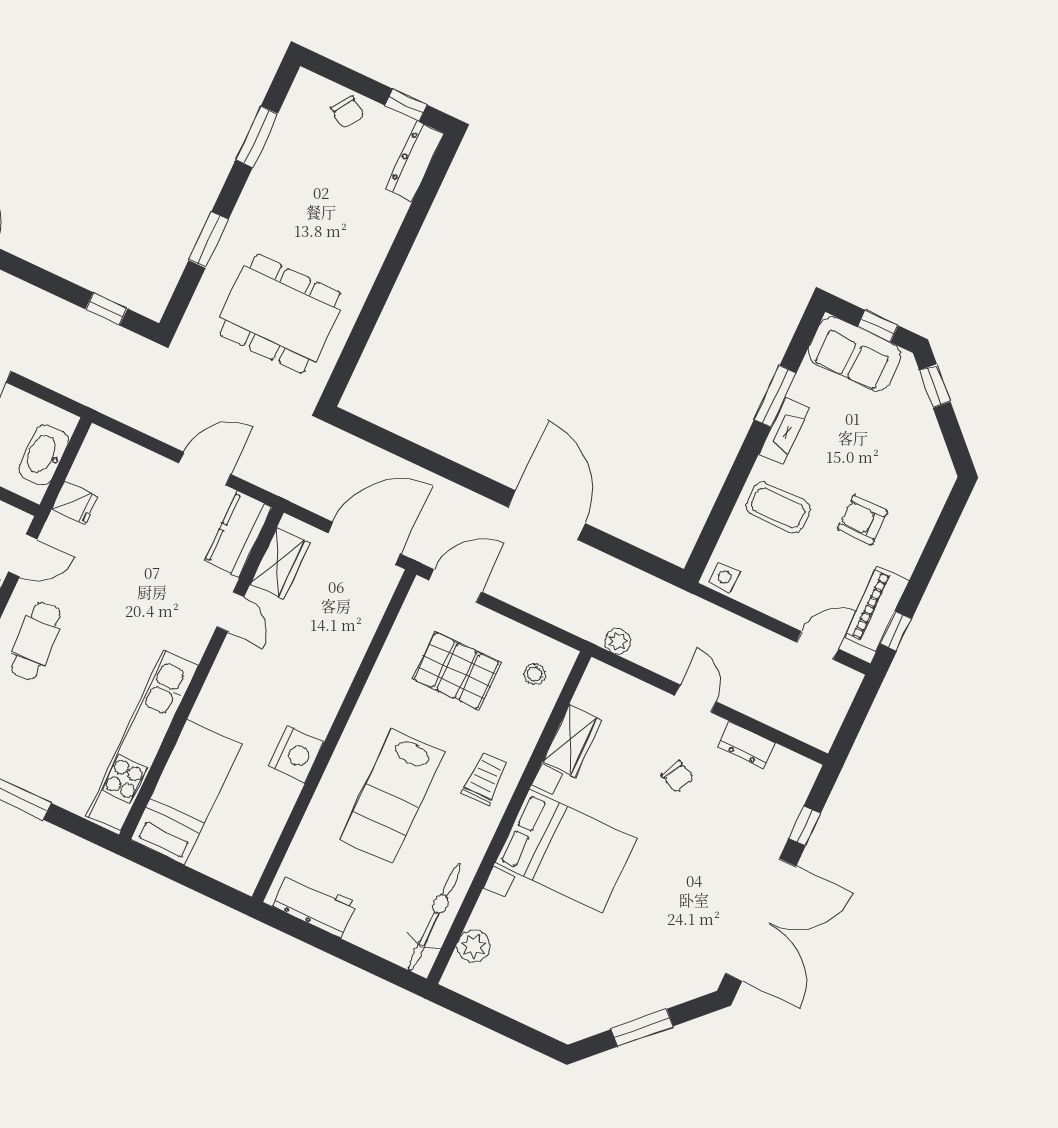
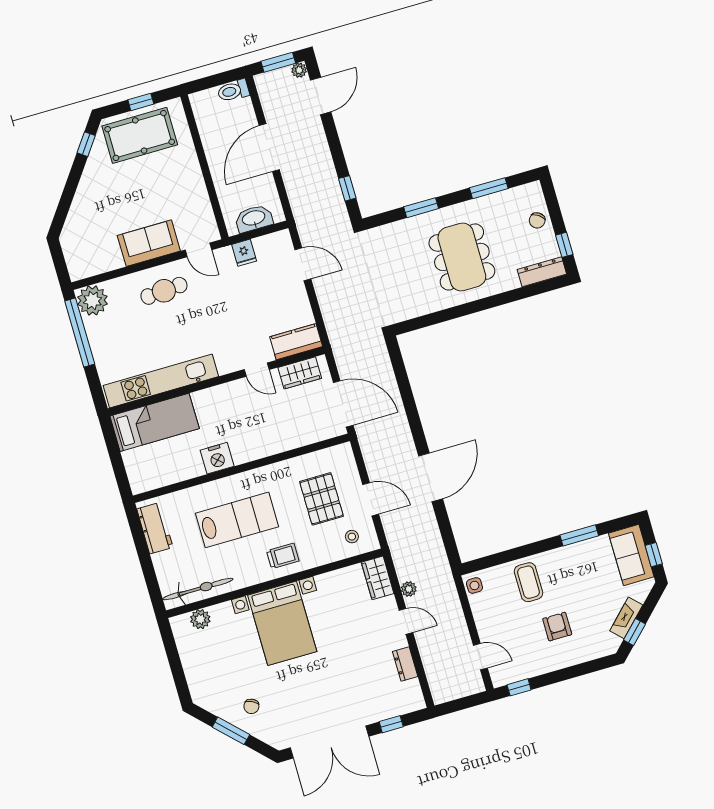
dining table: (280, 314) -> (462, 257), moved
window: (935, 386) -> (635, 632), moved
fireplace: (784, 431) -> (626, 618), moved, turned 135
door: (205, 469) -> (303, 264), moved
door: (455, 586) -> (371, 499), moved
piano: (877, 609) -> (522, 669), removed
door: (230, 612) -> (257, 370), hinge flipped
plant: (618, 641) -> (409, 589), moved
door: (695, 698) -> (406, 621), hinge flipped
wardrobe: (572, 741) -> (378, 578), moved, turned 90
chair: (678, 777) -> (251, 706), moved
lab bench: (392, 796) -> (237, 520), turned 180

